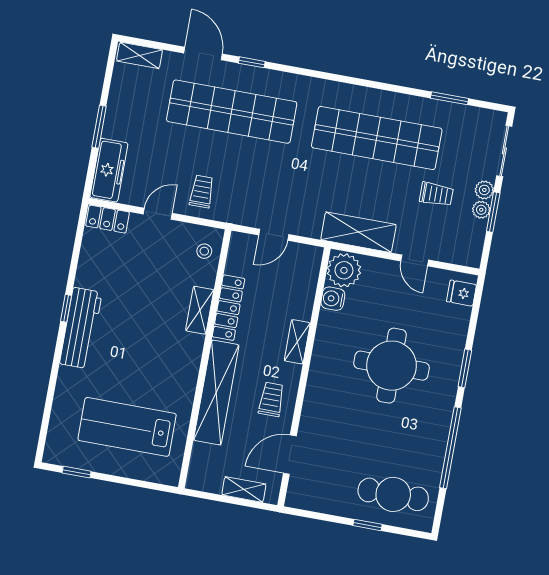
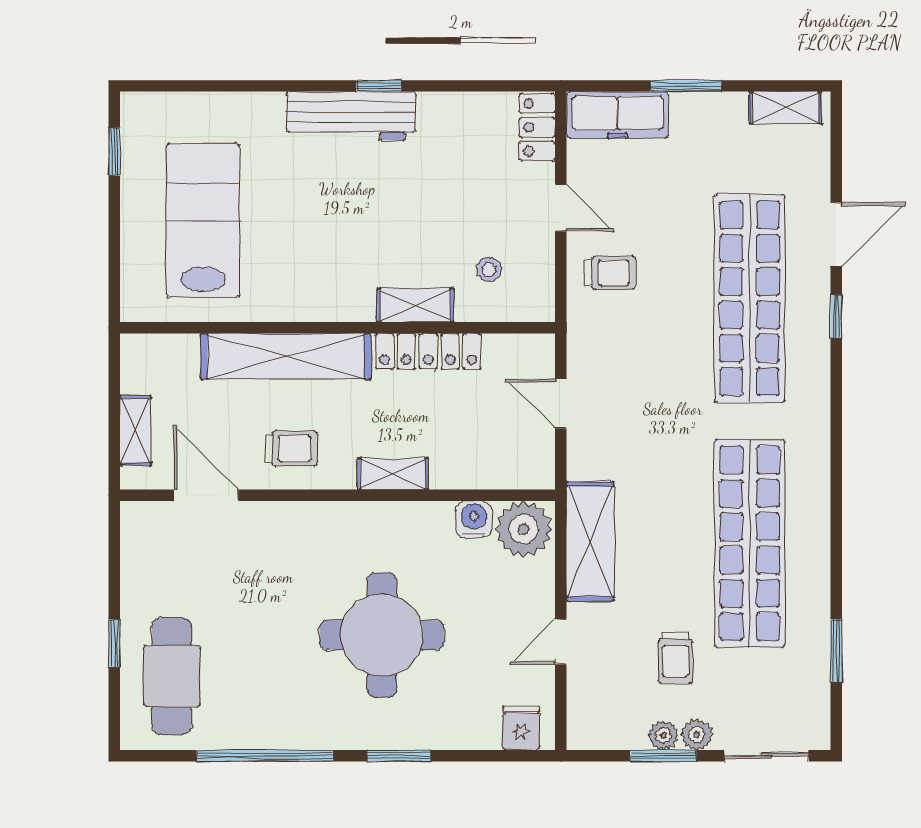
shelving: (140, 55) -> (786, 108), moved, turned 90
stool: (204, 251) -> (489, 270), moved

